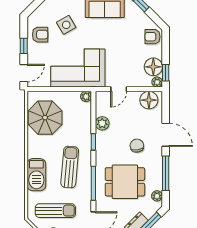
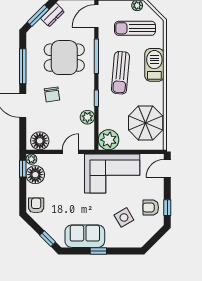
armchair: (152, 37) -> (36, 205), turned -90
window: (24, 46) -> (167, 208), moved
plant: (86, 96) -> (109, 140), width x1.88, depth x1.88
plant: (157, 196) -> (32, 43), removed

